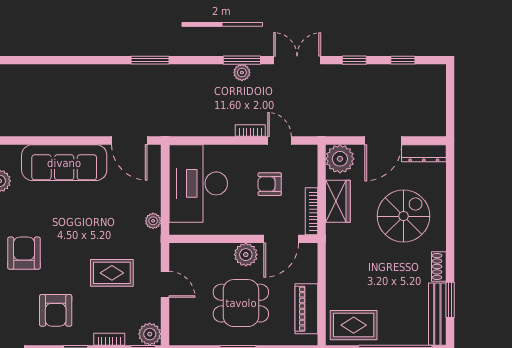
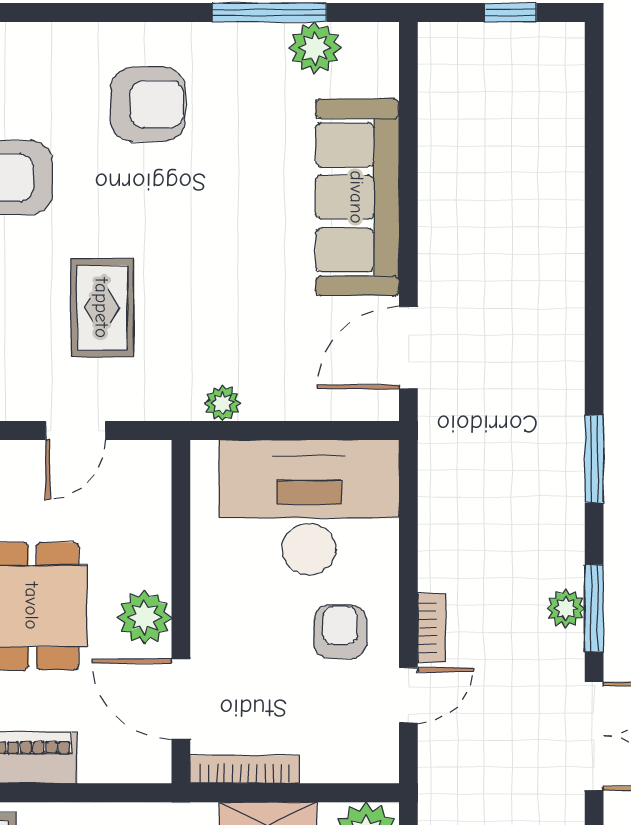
window: (150, 60) -> (594, 459), moved
armchair: (270, 184) -> (340, 632), moved

